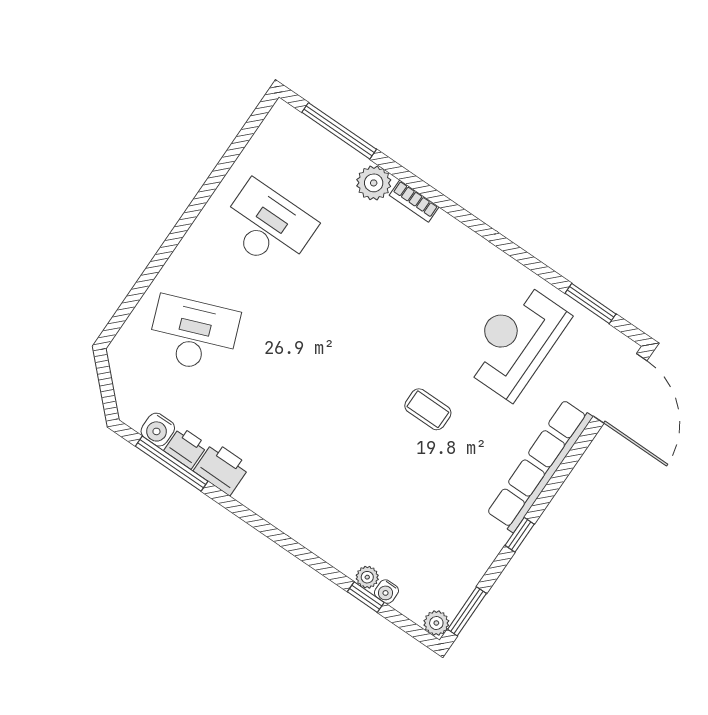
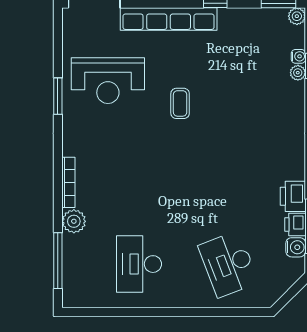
bookcase: (414, 201) -> (68, 182), width x1.56
window: (590, 304) -> (58, 96), moved

